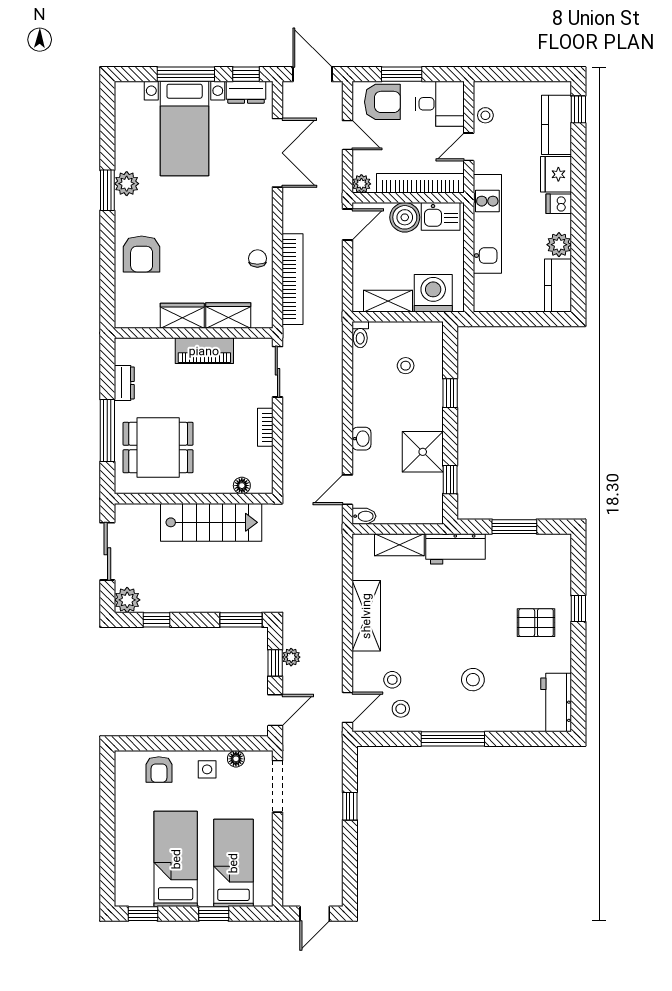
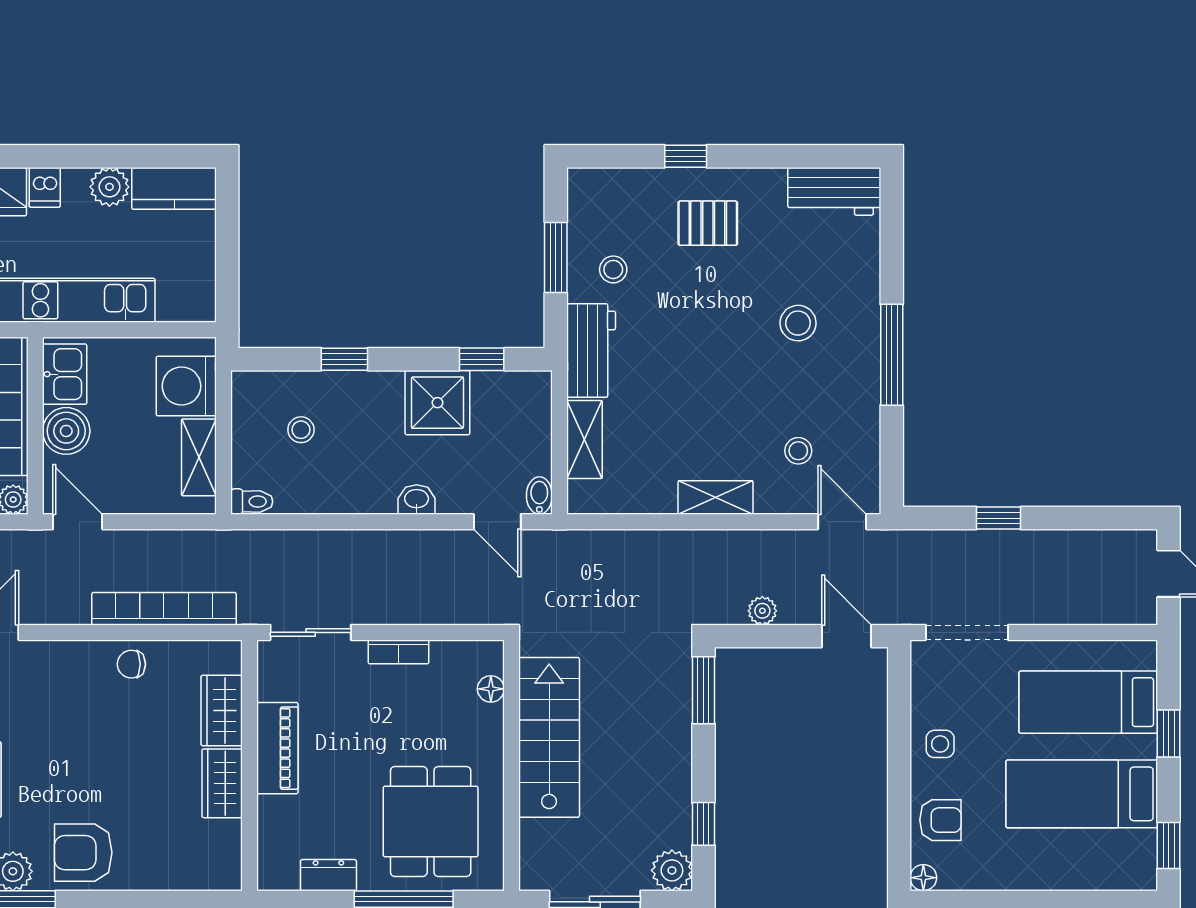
armchair: (142, 254) -> (83, 853), moved, turned 180
shelving: (366, 616) -> (716, 498), width x0.67, depth x0.75
pallet: (536, 623) -> (708, 223), turned 90
window: (275, 663) -> (772, 636), removed
stool: (401, 709) -> (613, 269), moved
floor lamp: (236, 759) -> (923, 878), moved

